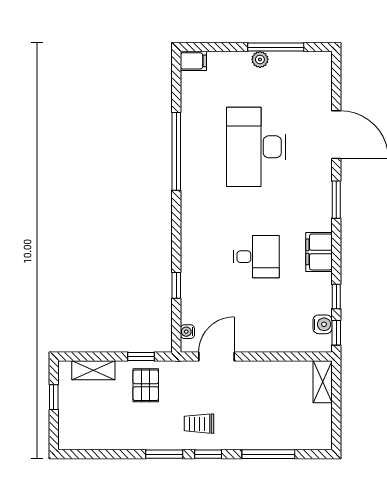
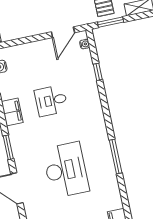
window: (176, 151) -> (116, 156), width x0.68
window: (141, 357) -> (111, 22), width x1.50

